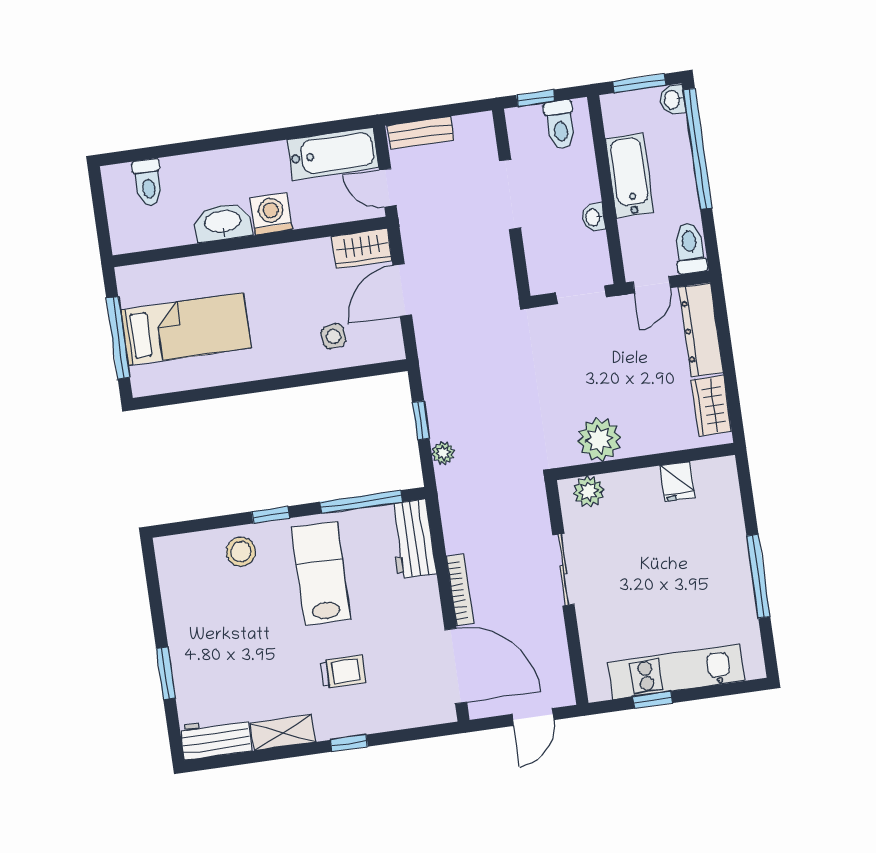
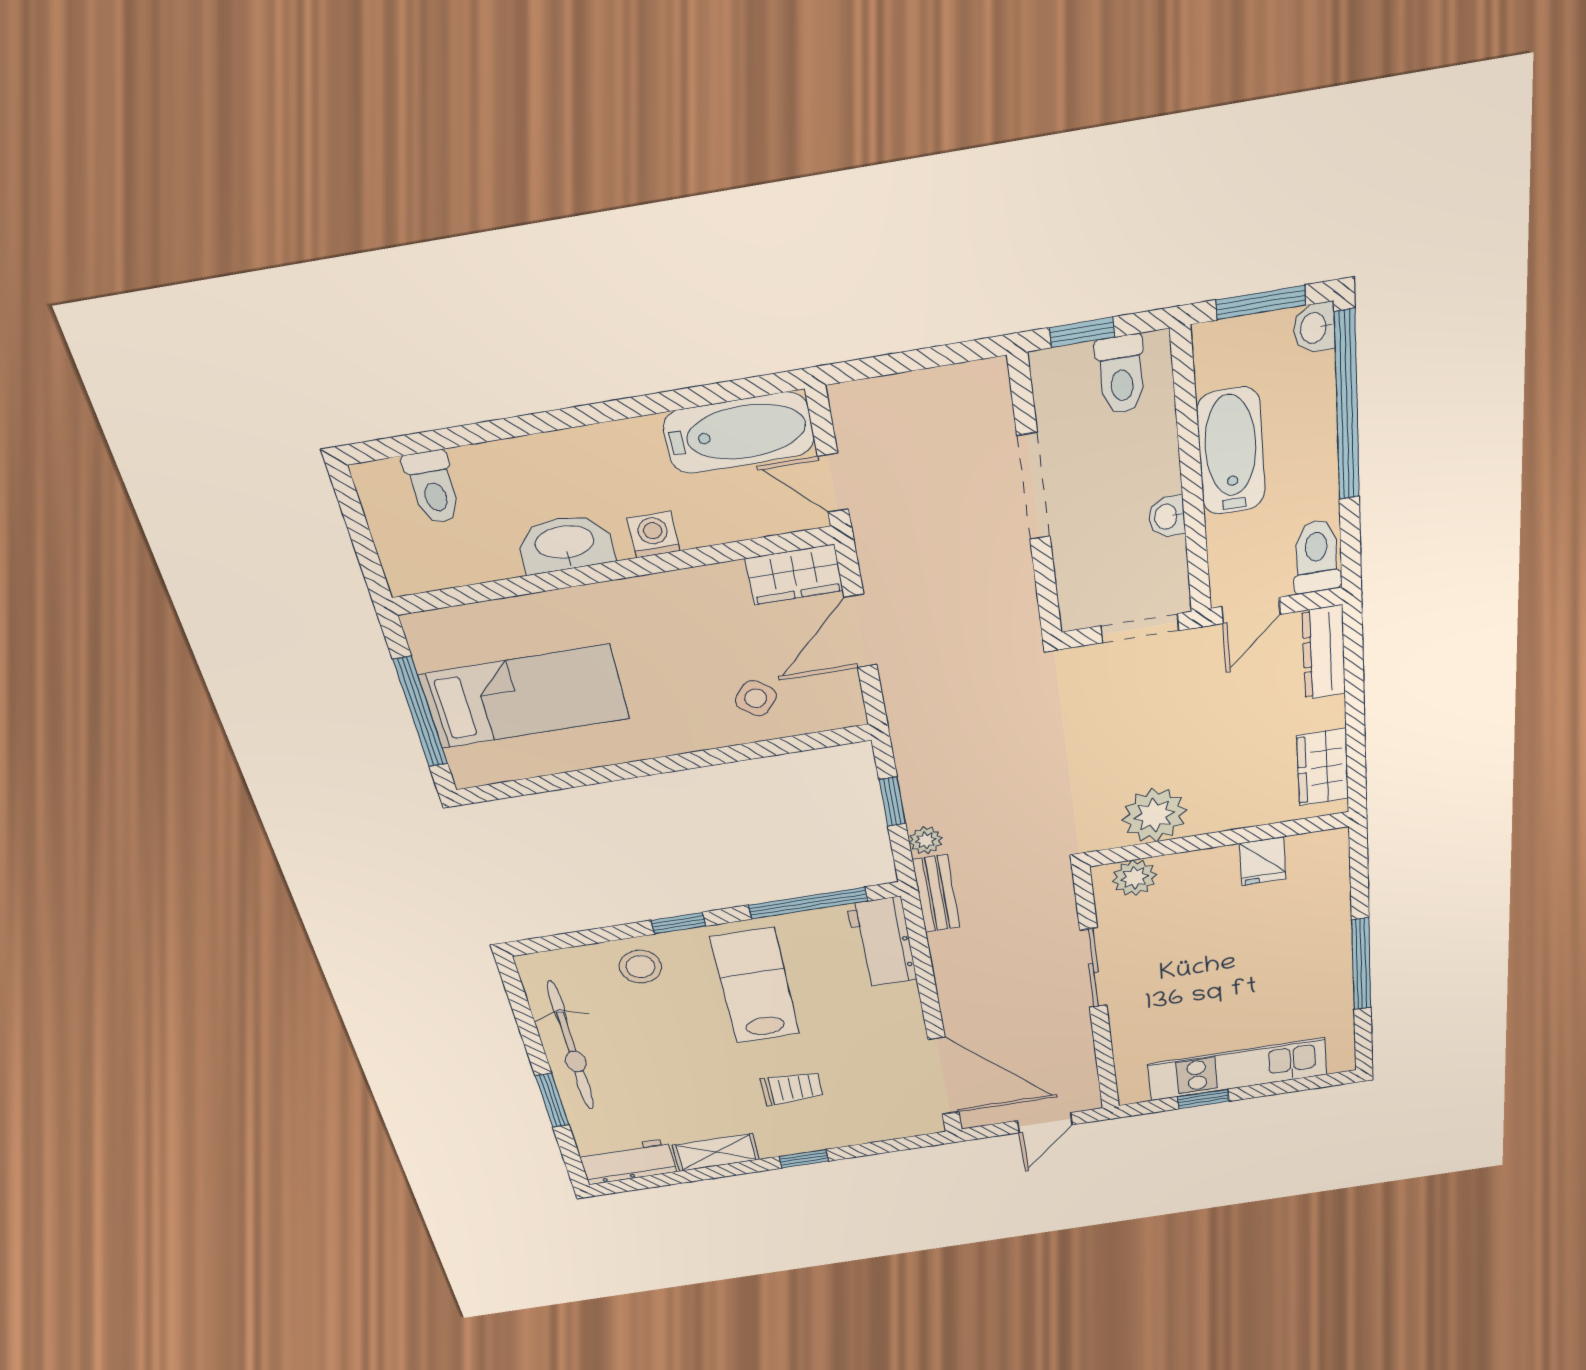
bench: (421, 133) -> (936, 894), moved, turned 90
washing machine: (271, 214) -> (654, 535), width x0.73, depth x0.73
dresser: (701, 330) -> (1324, 652), width x0.73, depth x0.80
side table: (333, 336) -> (756, 698), turned 45
bookcase: (460, 590) -> (950, 996), removed
bicycle: (185, 622) -> (571, 1046), added

